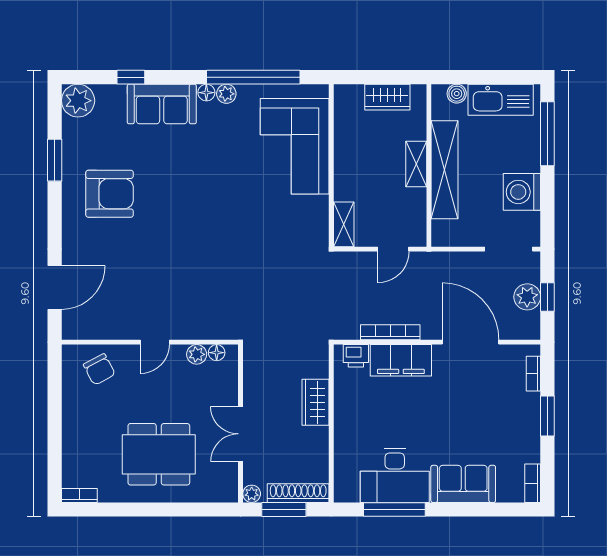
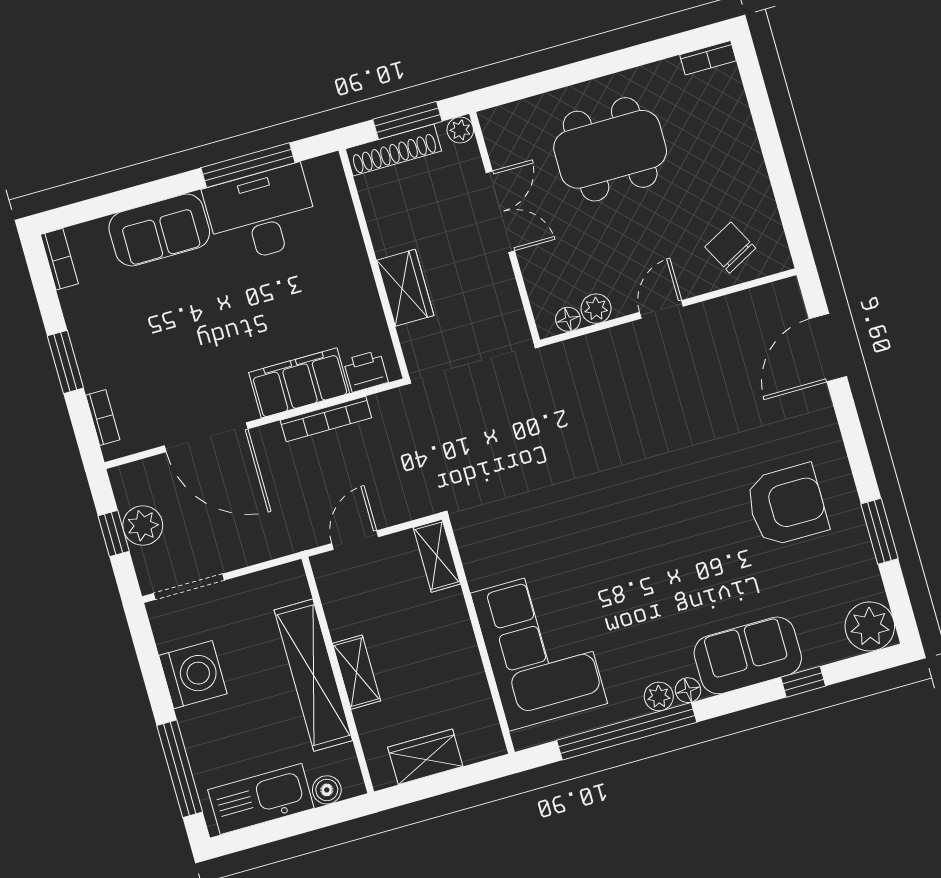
armchair: (110, 194) -> (787, 505), turned 180

